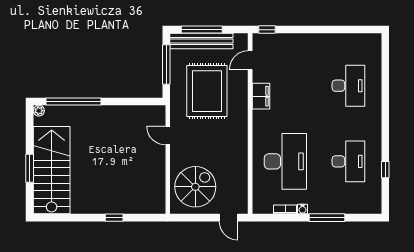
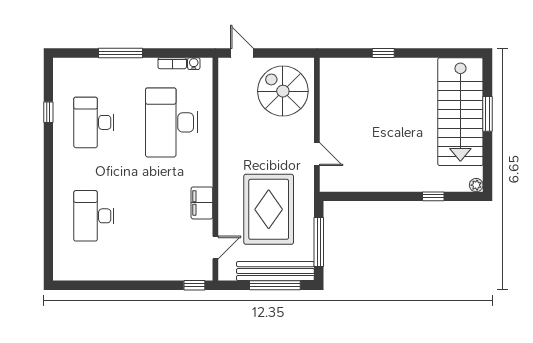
window: (74, 102) -> (433, 196), width x0.32
spiral stairs: (195, 187) -> (283, 91), turned 90
water cooler: (302, 209) -> (194, 64), moved

